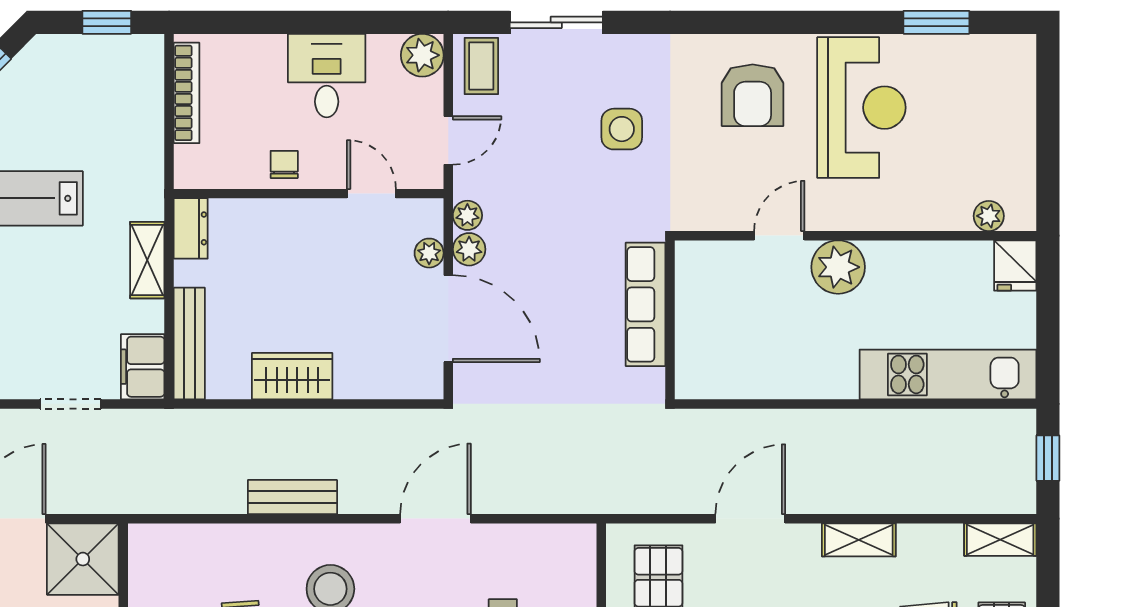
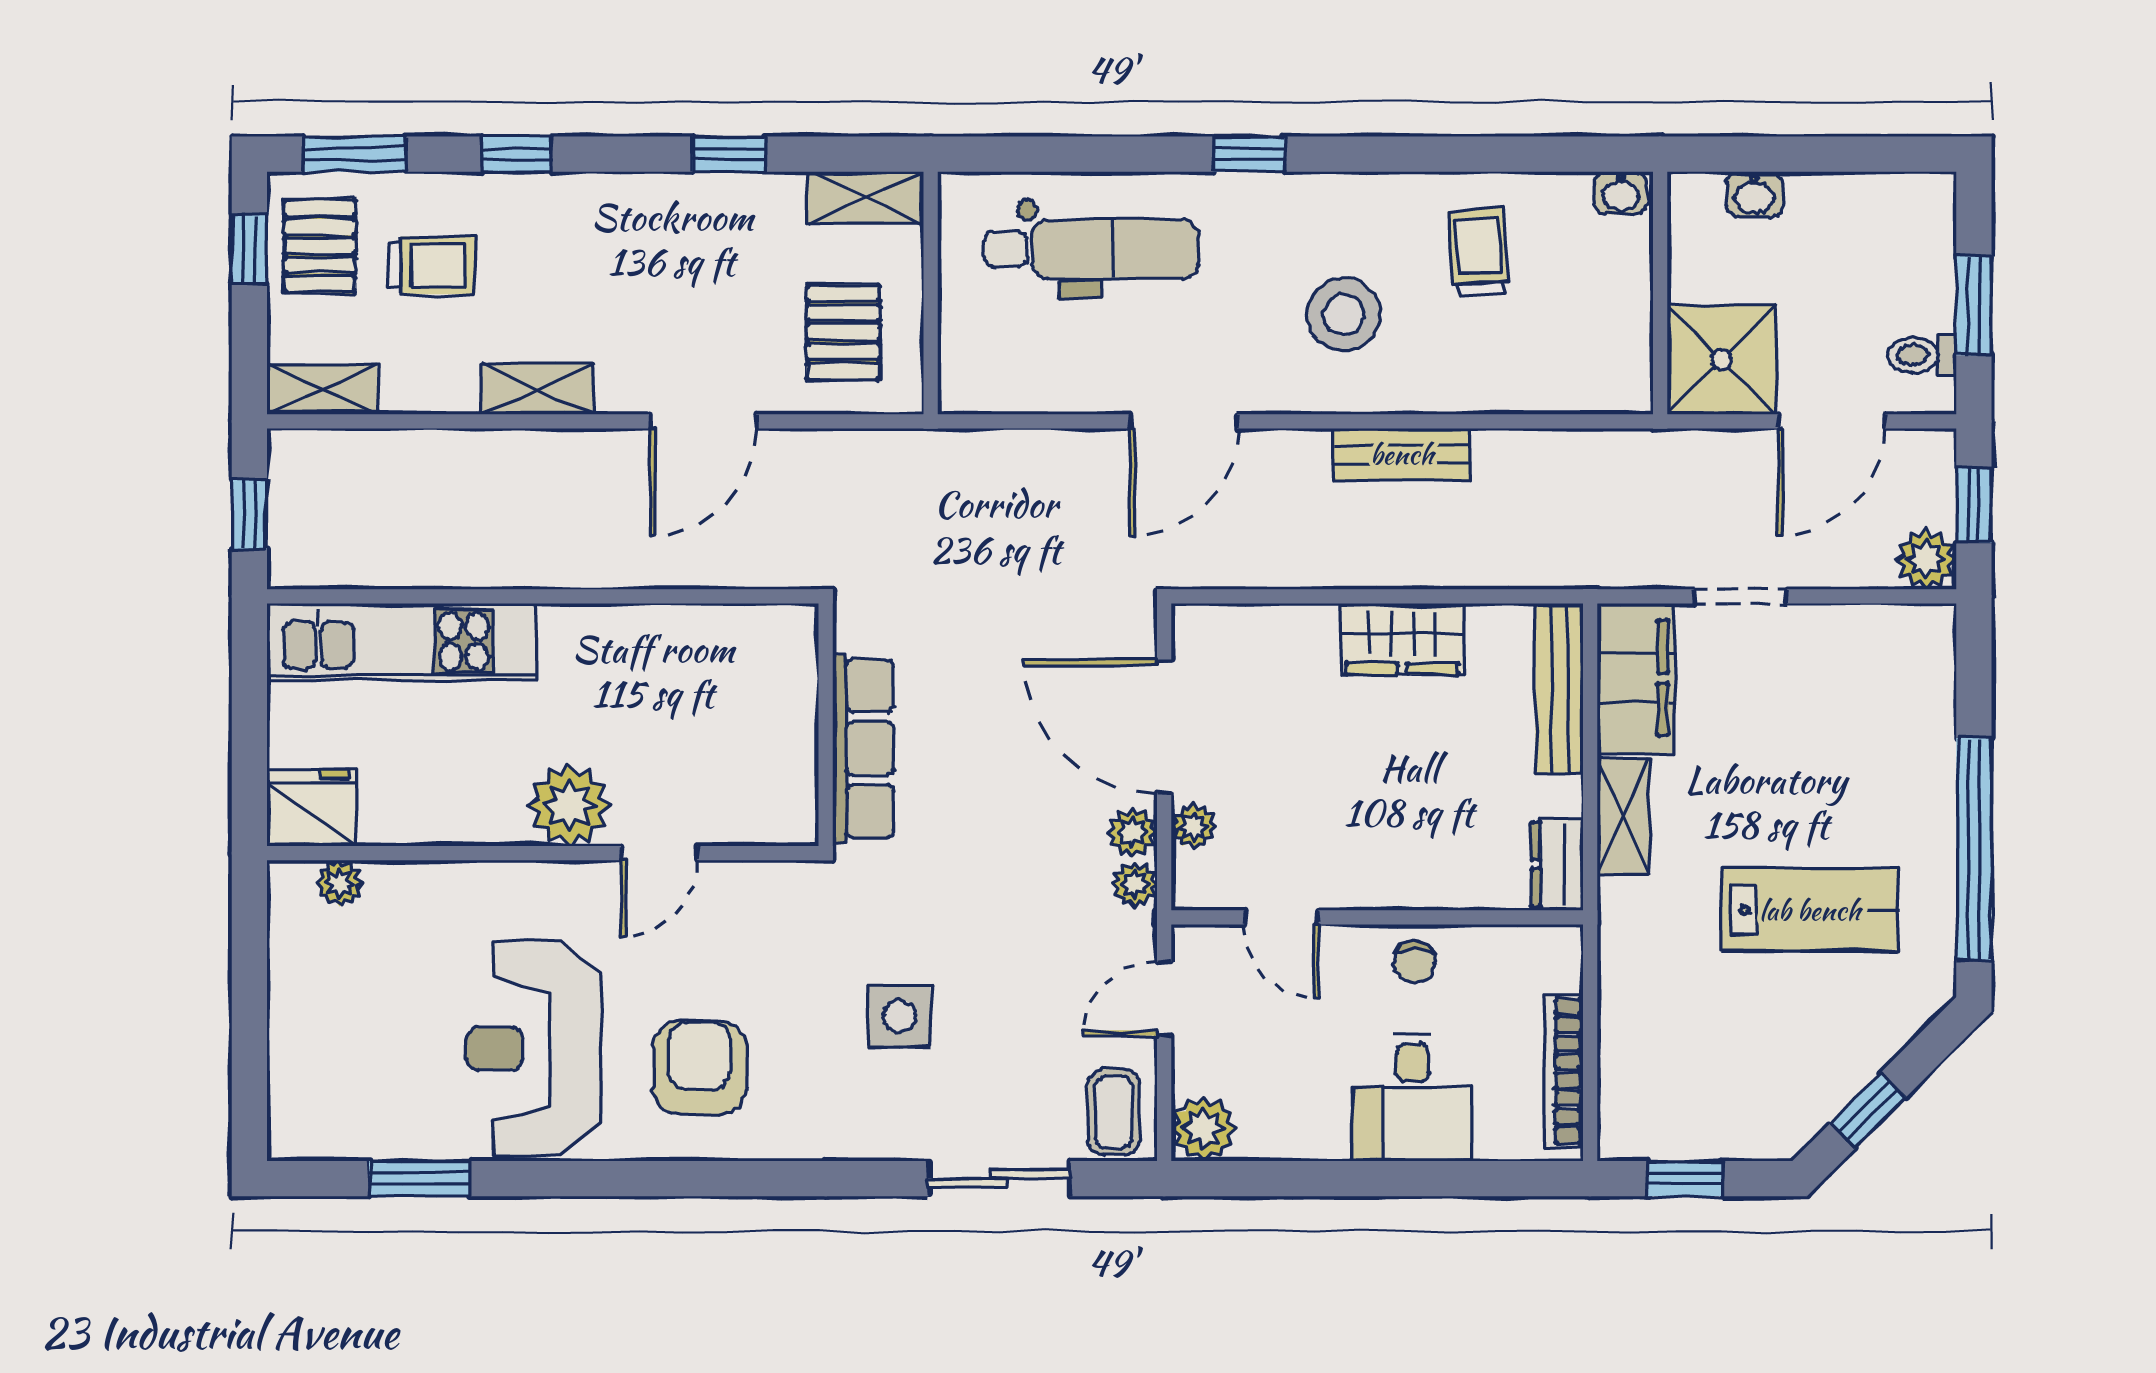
desk: (327, 76) -> (1412, 1097), moved
fridge: (1015, 266) -> (311, 808), width x1.38
filing cabinet: (143, 367) -> (1636, 678), width x1.50, depth x1.17

